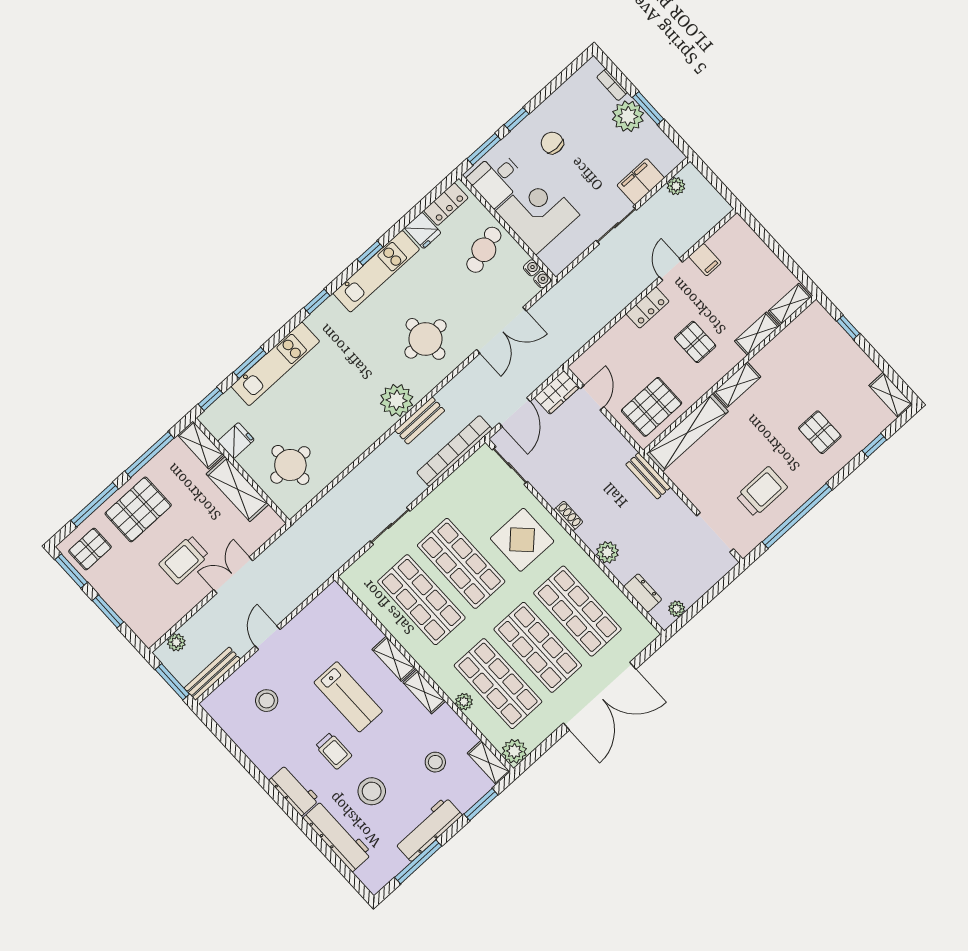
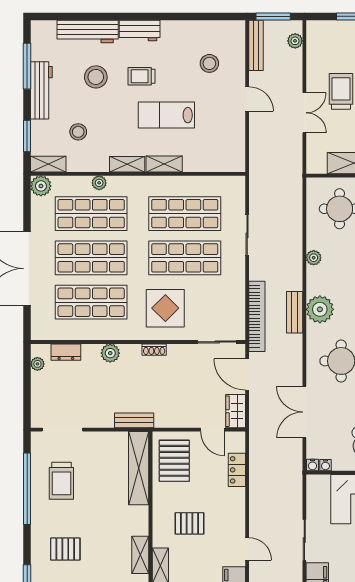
locker: (648, 308) -> (237, 470), moved
shelving: (737, 385) -> (140, 555), moved
plant: (355, 448) -> (314, 258), added

